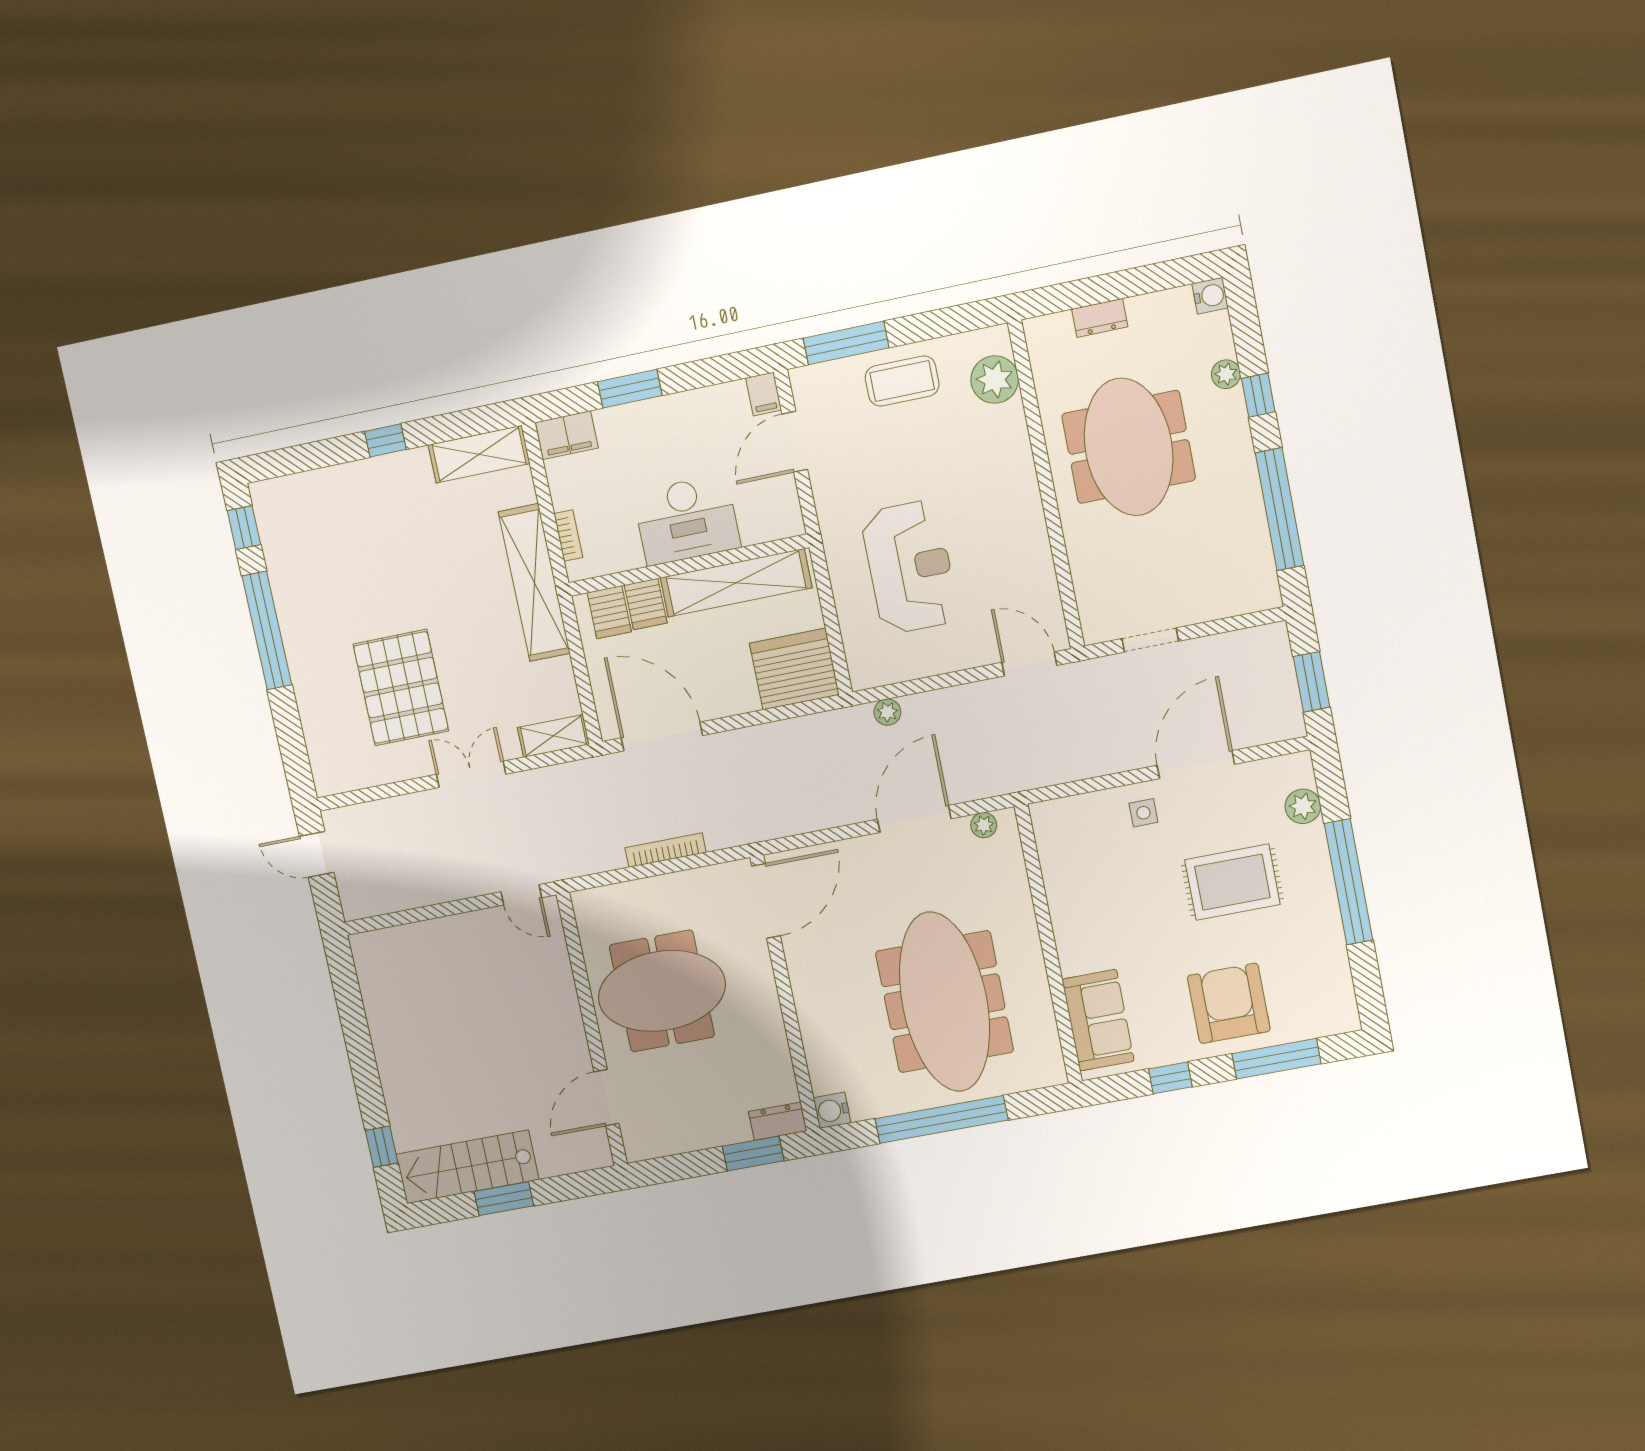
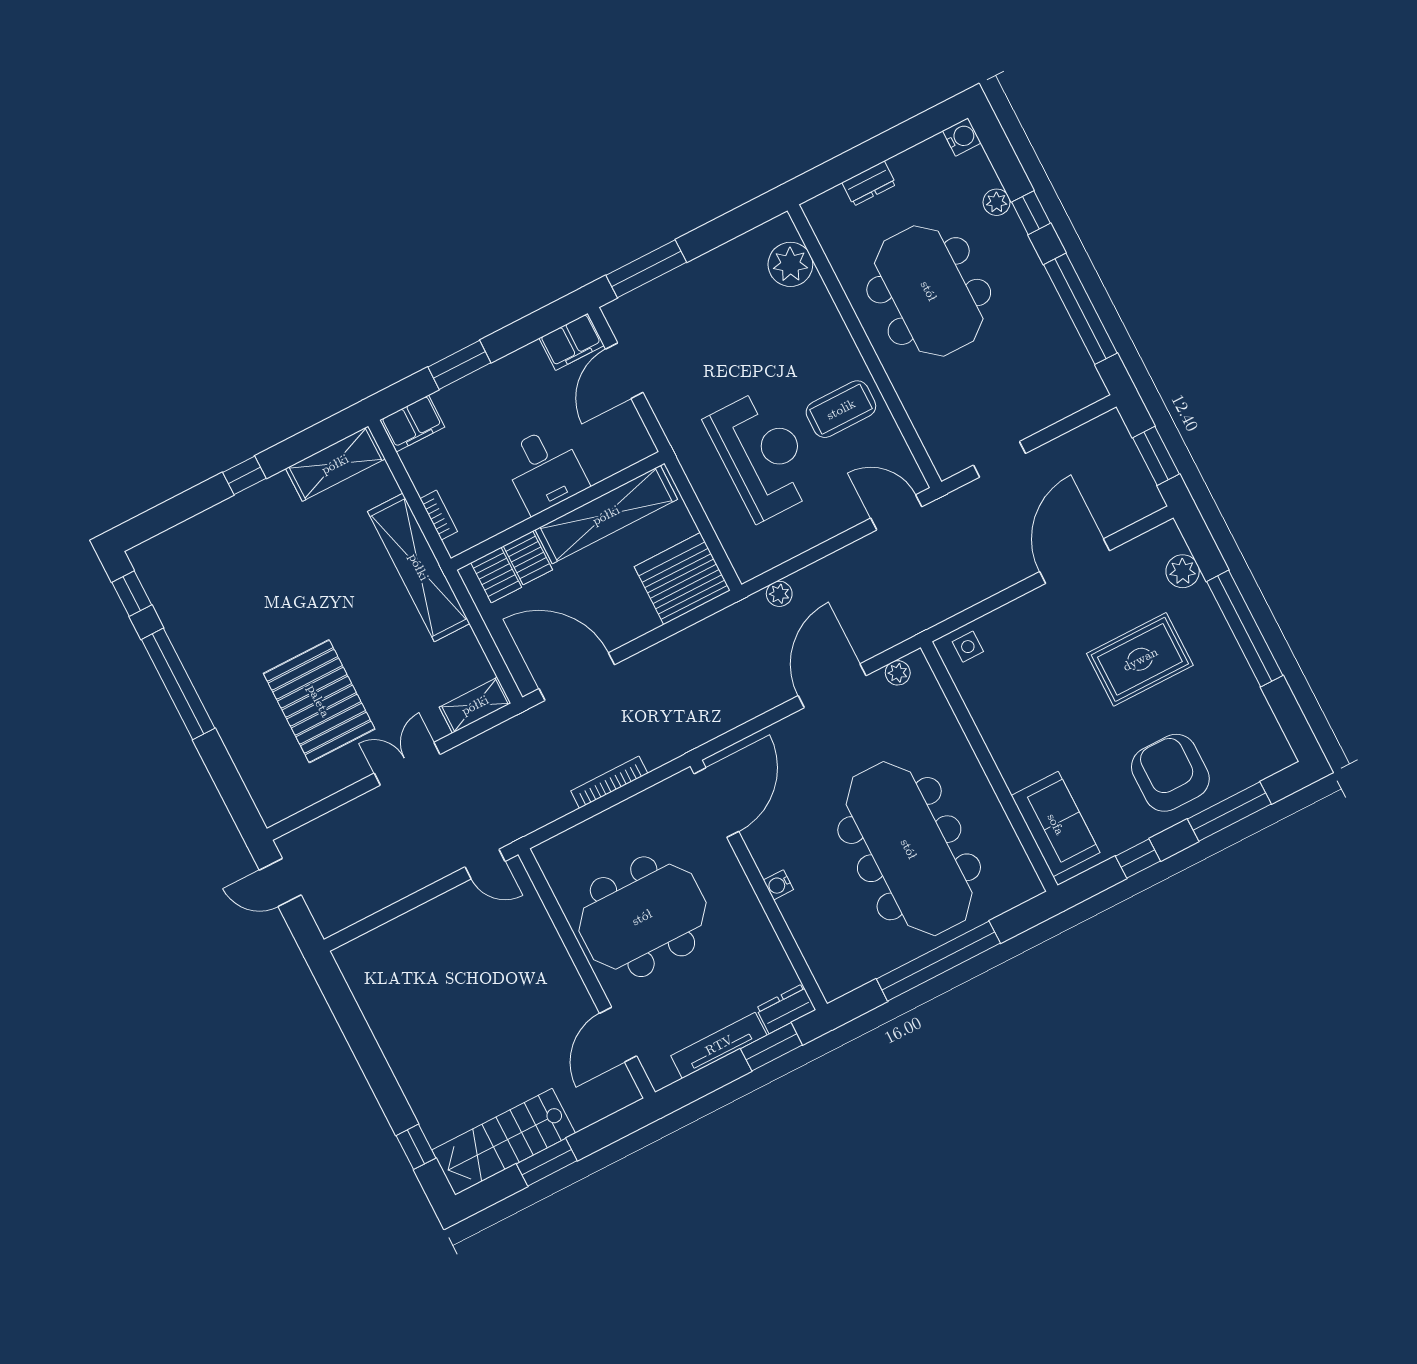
coffee table: (902, 381) -> (841, 409), moved
filing cabinet: (764, 394) -> (572, 342), width x2.00
desk: (687, 520) -> (545, 470), width x0.73
side table: (1143, 813) -> (968, 647), moved
water cooler: (832, 1110) -> (778, 885), moved, width x0.72, depth x0.72
tv unit: (702, 1137) -> (719, 1045), added

